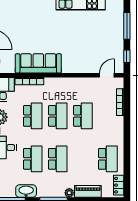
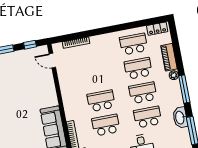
school desk: (83, 116) -> (138, 68), moved

